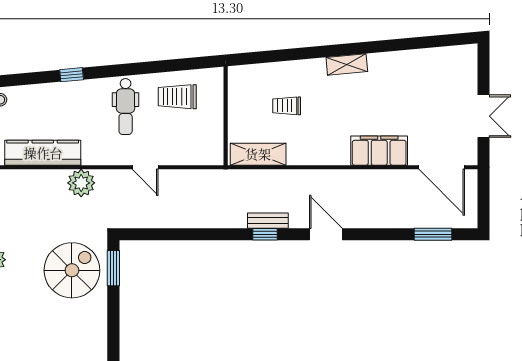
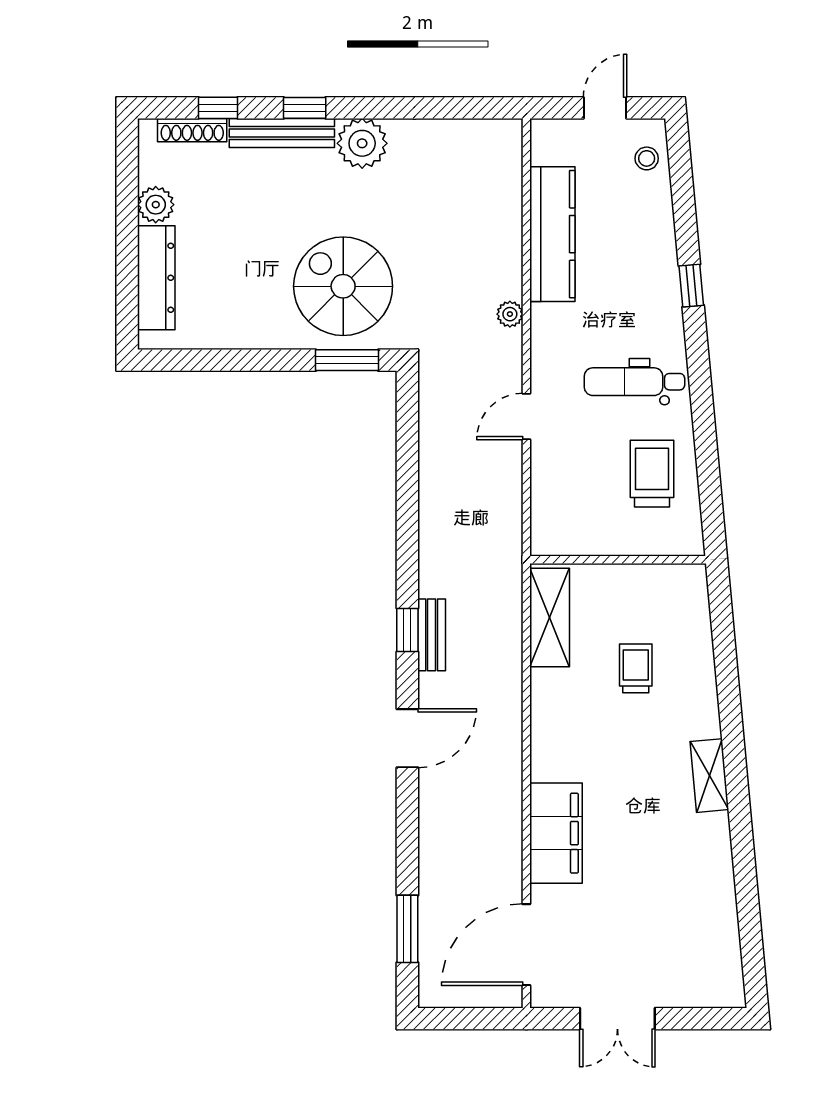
plant: (81, 183) -> (510, 314), width x0.53, depth x0.53
spiral stairs: (72, 270) -> (343, 286), turned 180

